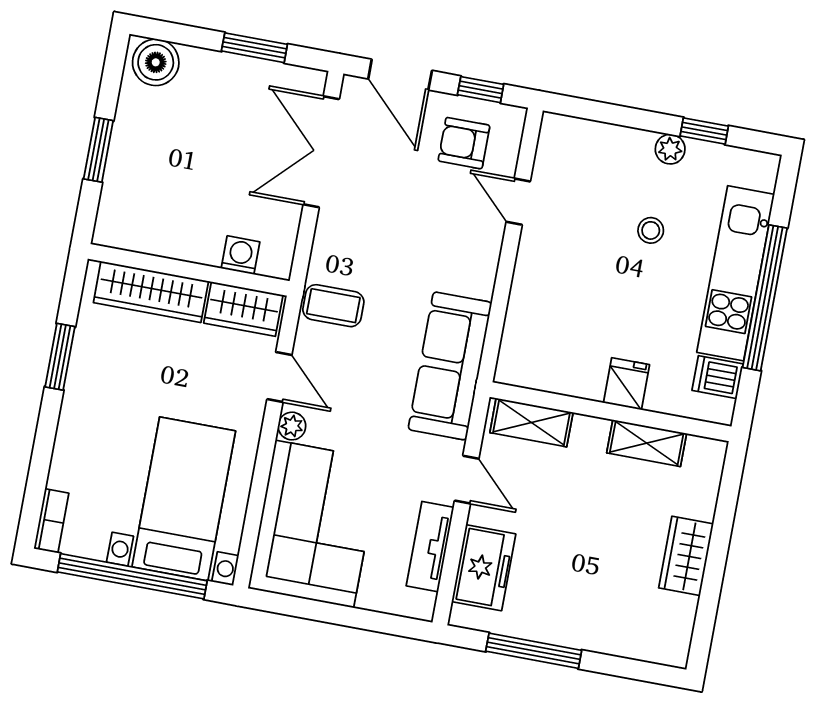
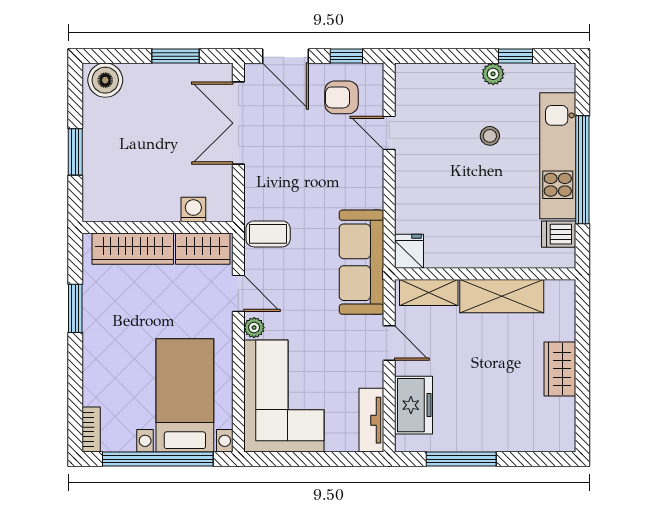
fridge: (626, 384) -> (409, 251), moved
shelving: (647, 443) -> (502, 296), width x1.50, depth x1.33
tv unit: (430, 547) -> (371, 420), moved

